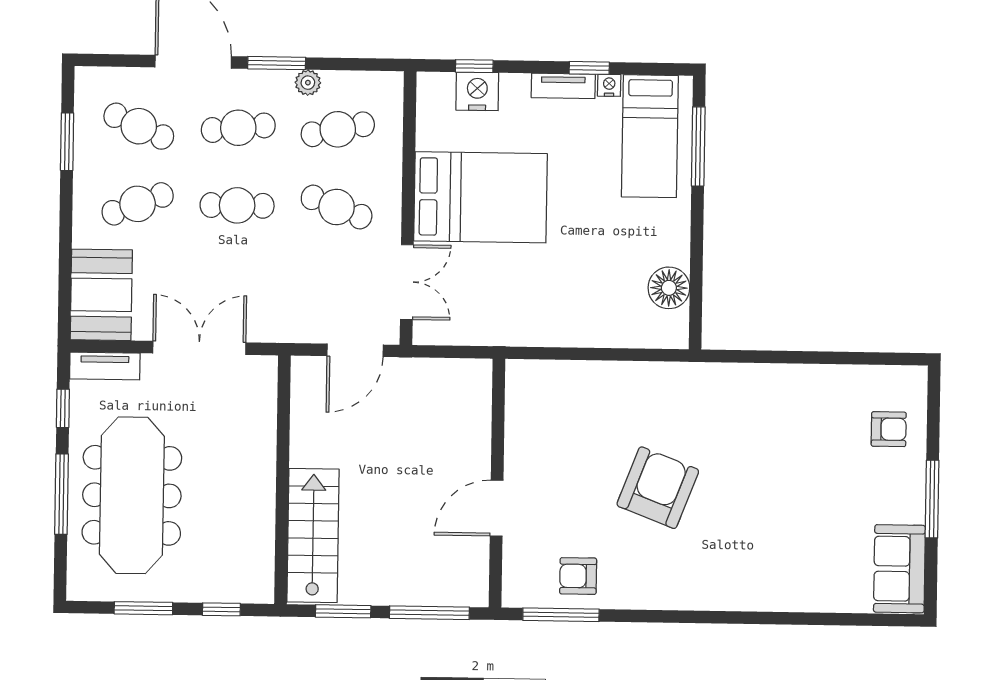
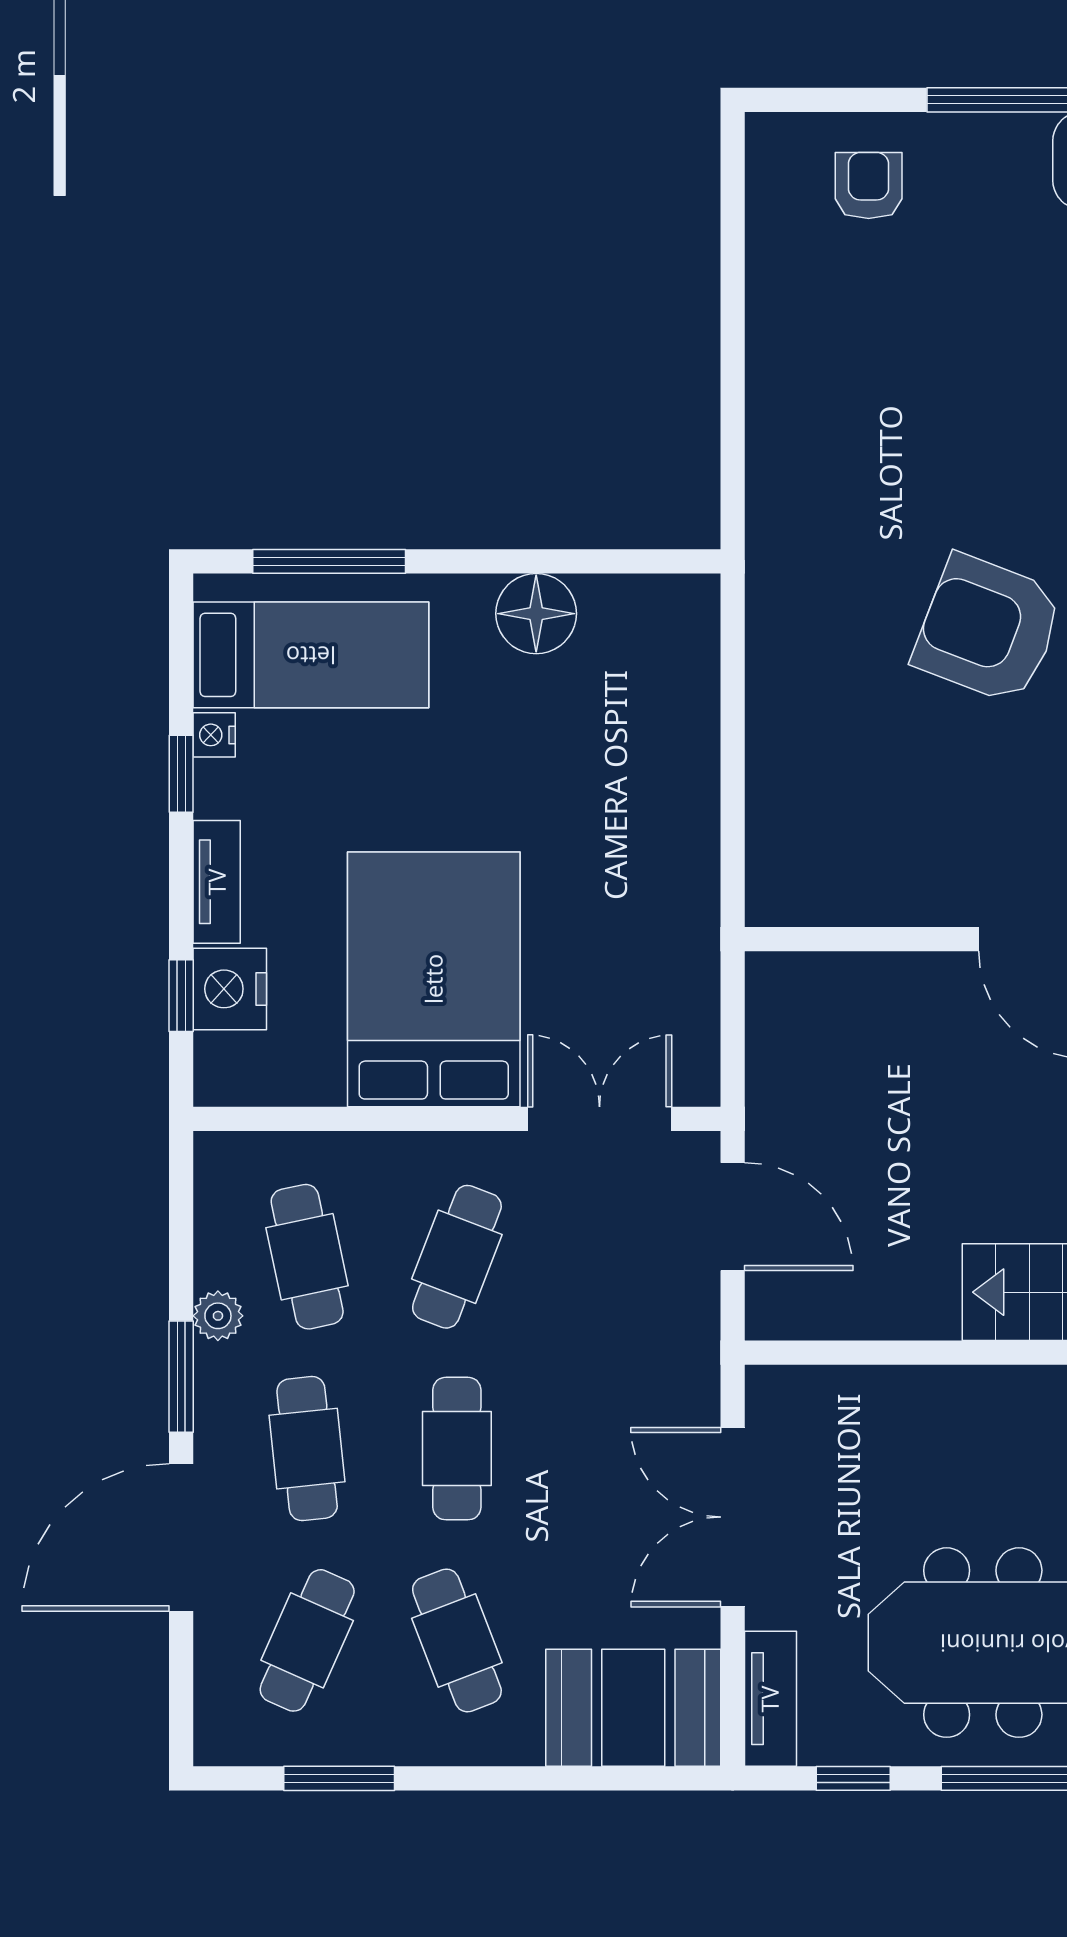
tv unit: (563, 86) -> (217, 882), moved
floor lamp: (669, 288) -> (536, 614), moved

